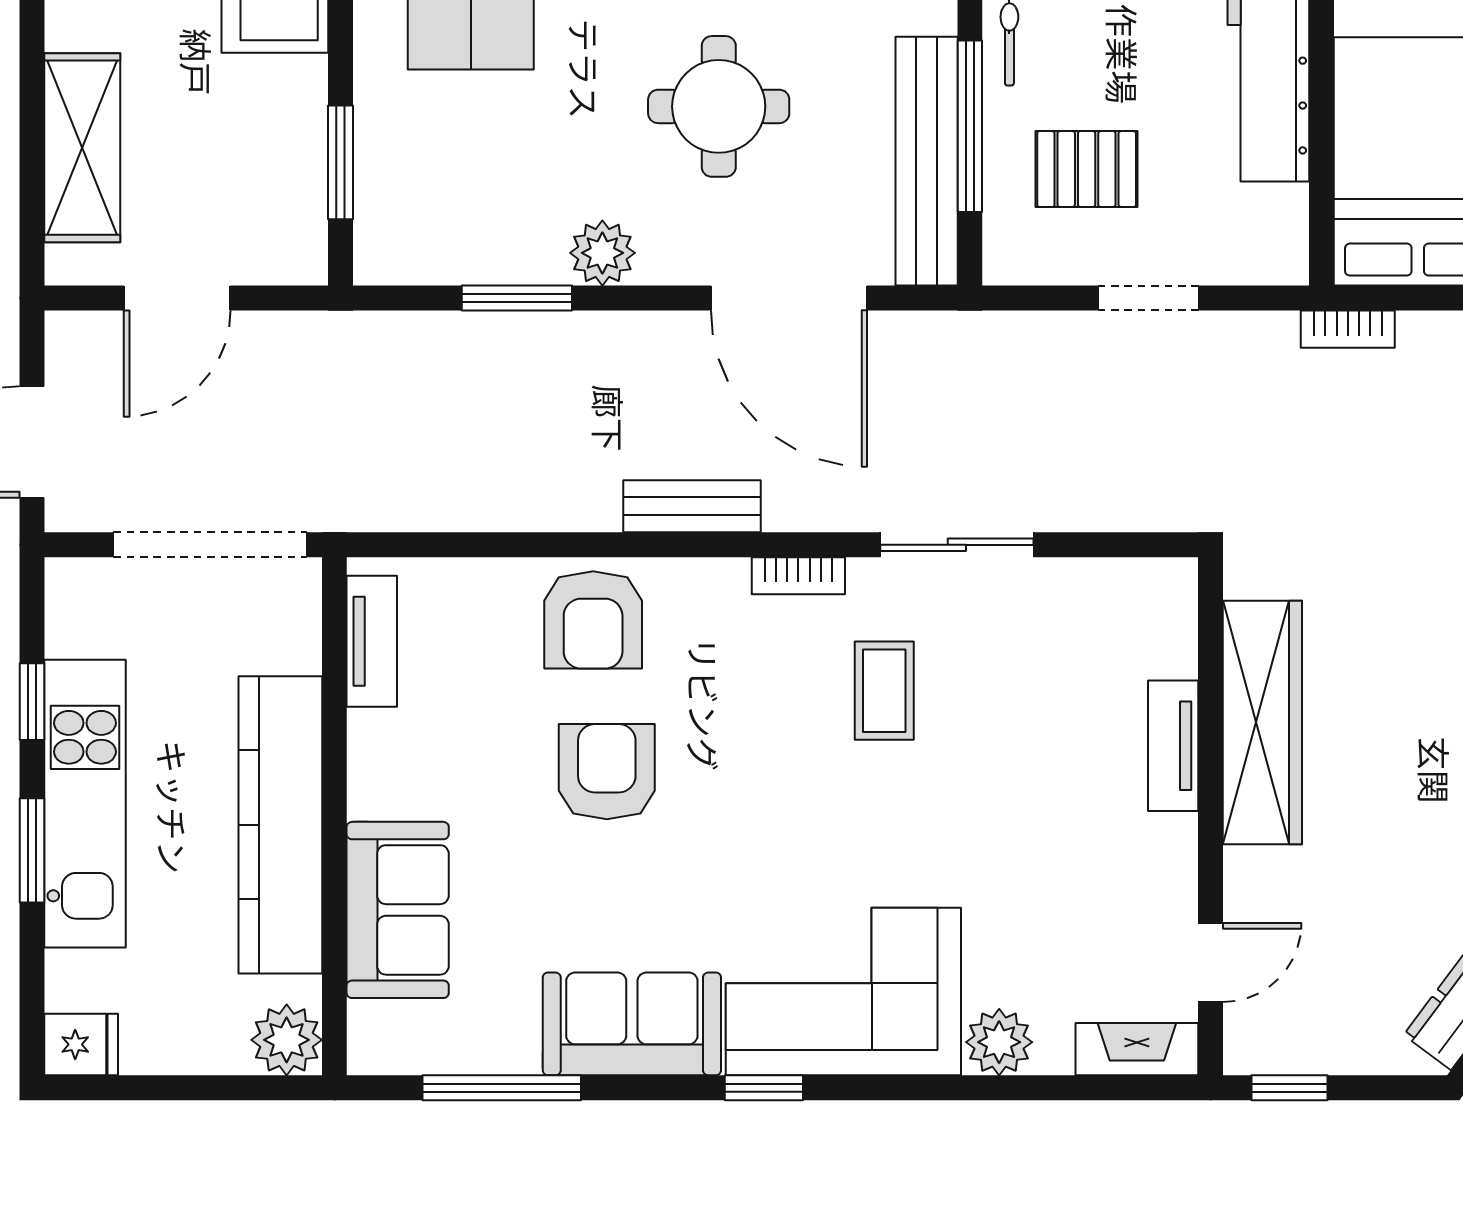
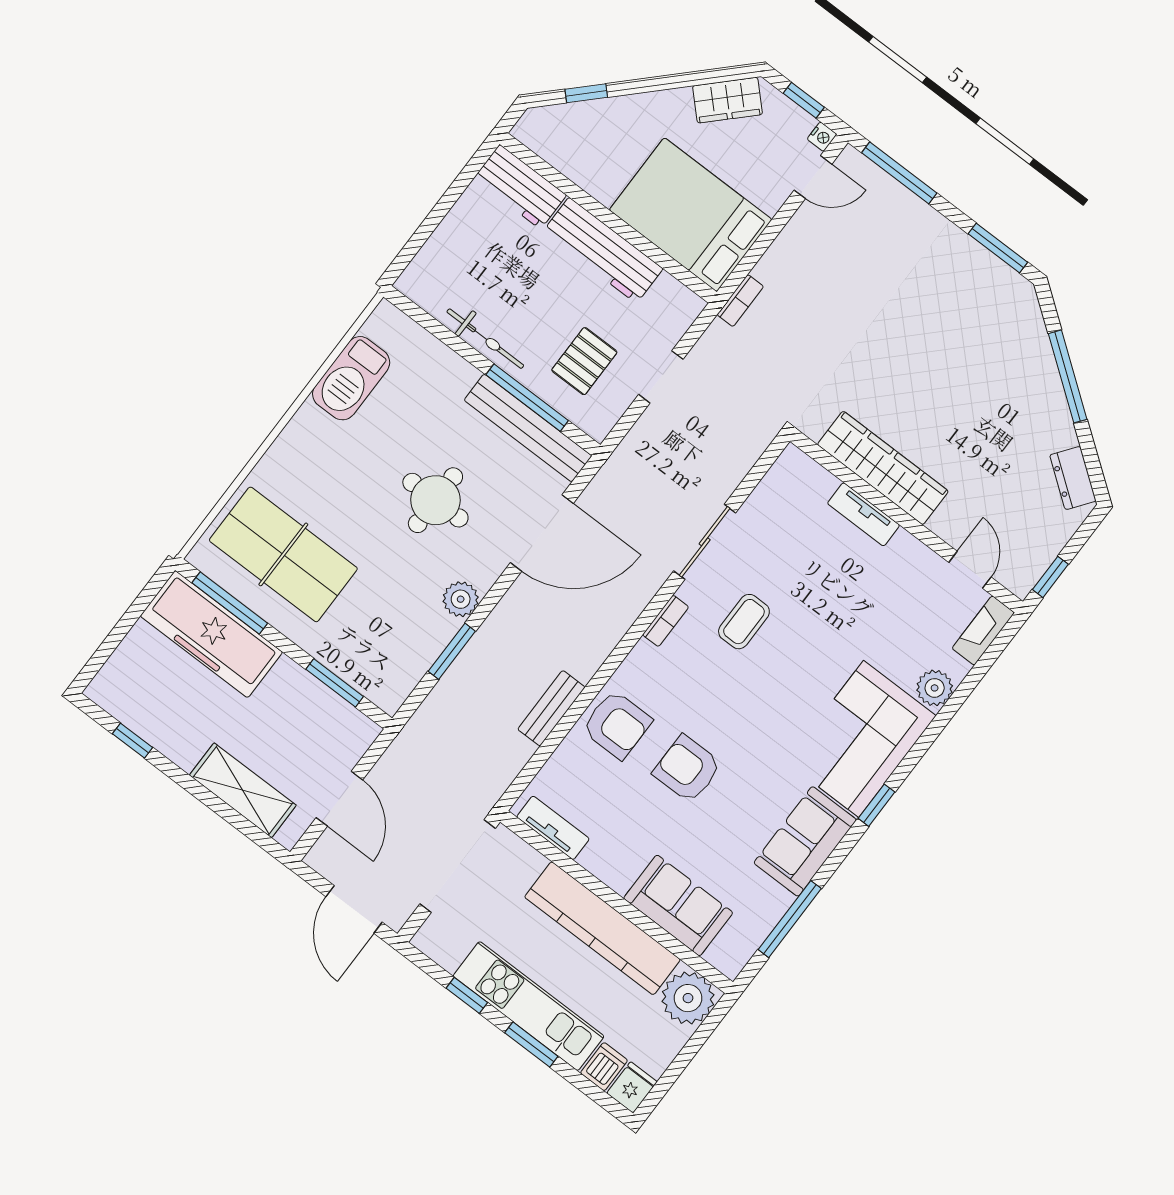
bench: (692, 506) -> (551, 708), moved
coffee table: (884, 691) -> (744, 622), turned 90
dishwasher: (81, 981) -> (604, 1067), added
plant: (287, 1040) -> (688, 998), width x1.36, depth x1.36

